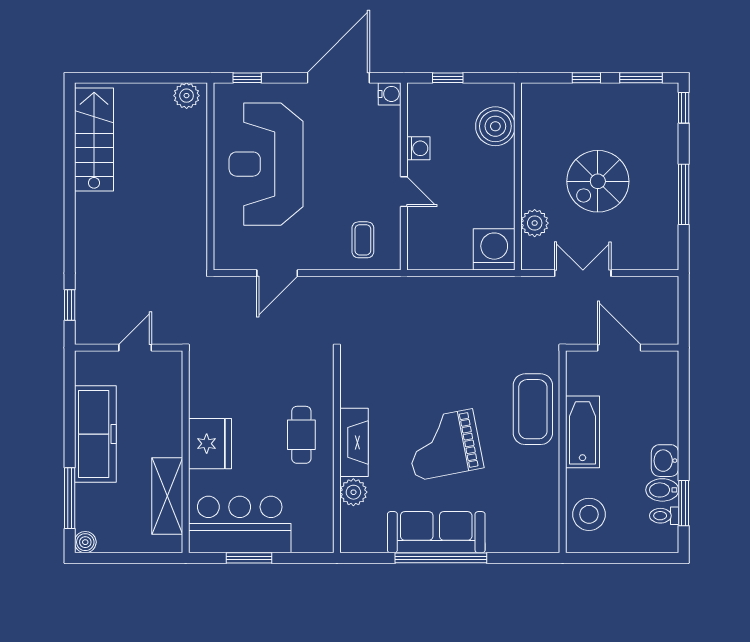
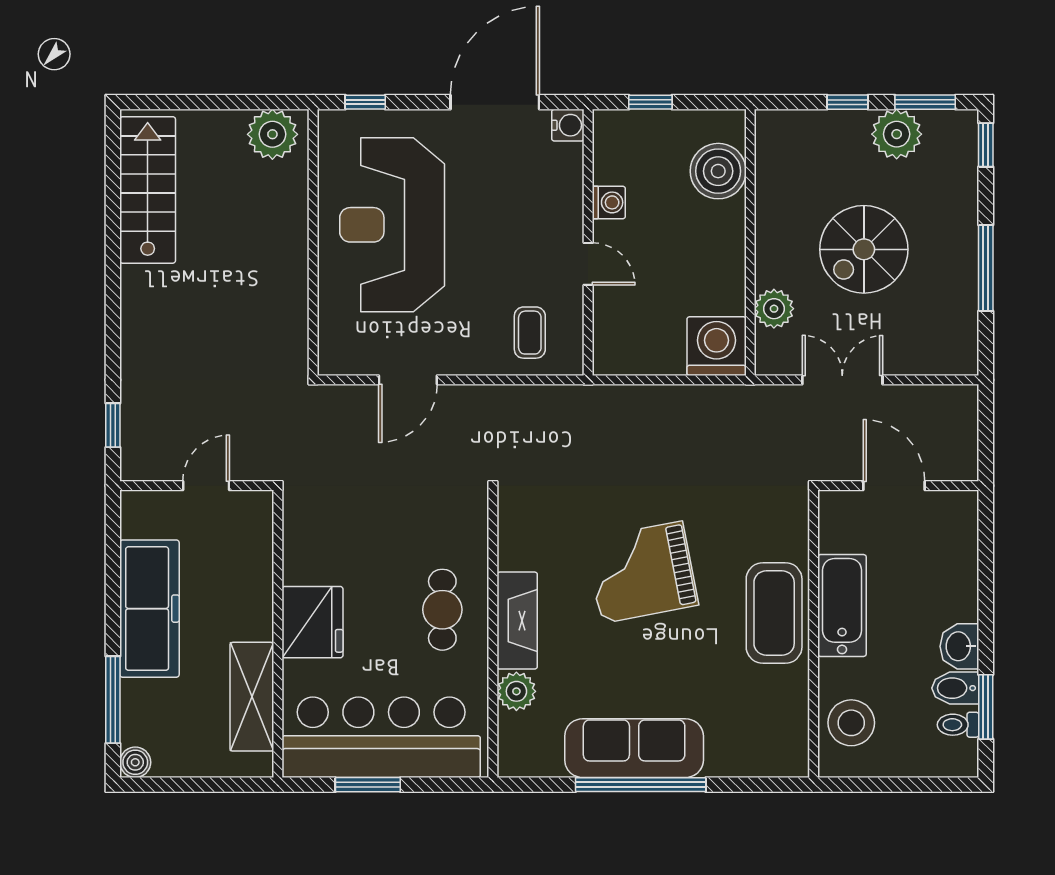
plant: (187, 96) -> (272, 134), width x1.36, depth x1.36
plant: (621, 100) -> (897, 134), added
coffee table: (533, 409) -> (774, 613), moved
grand piano: (444, 445) -> (642, 572), moved
bar counter: (240, 524) -> (381, 737), width x1.36

